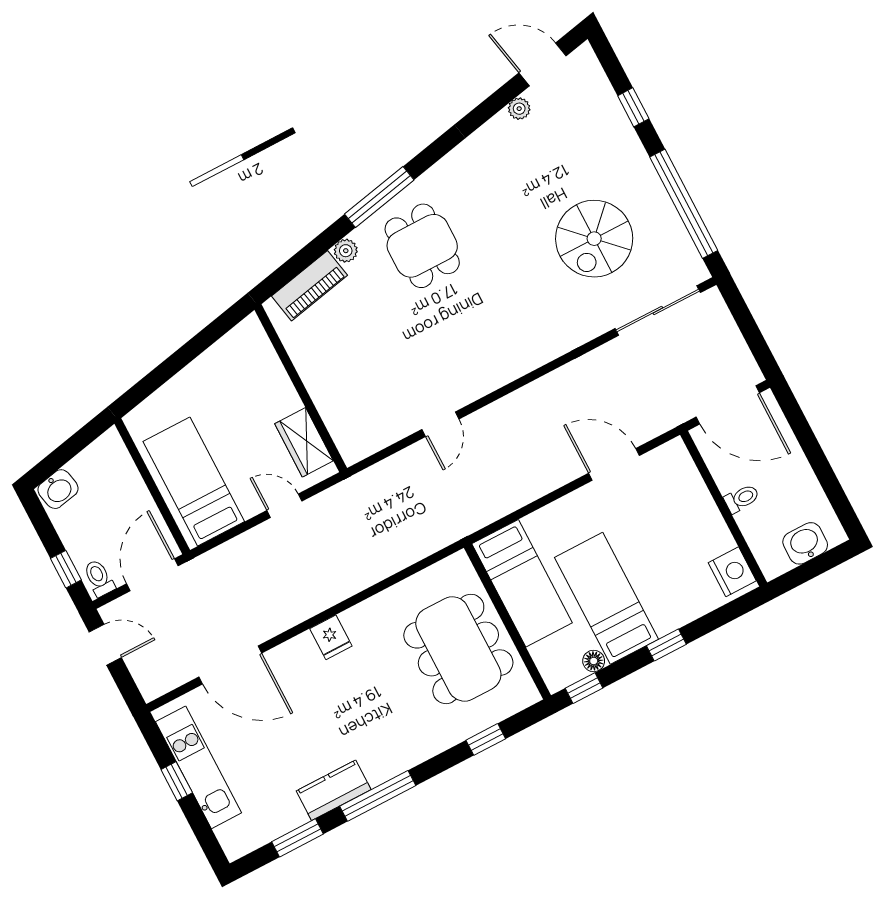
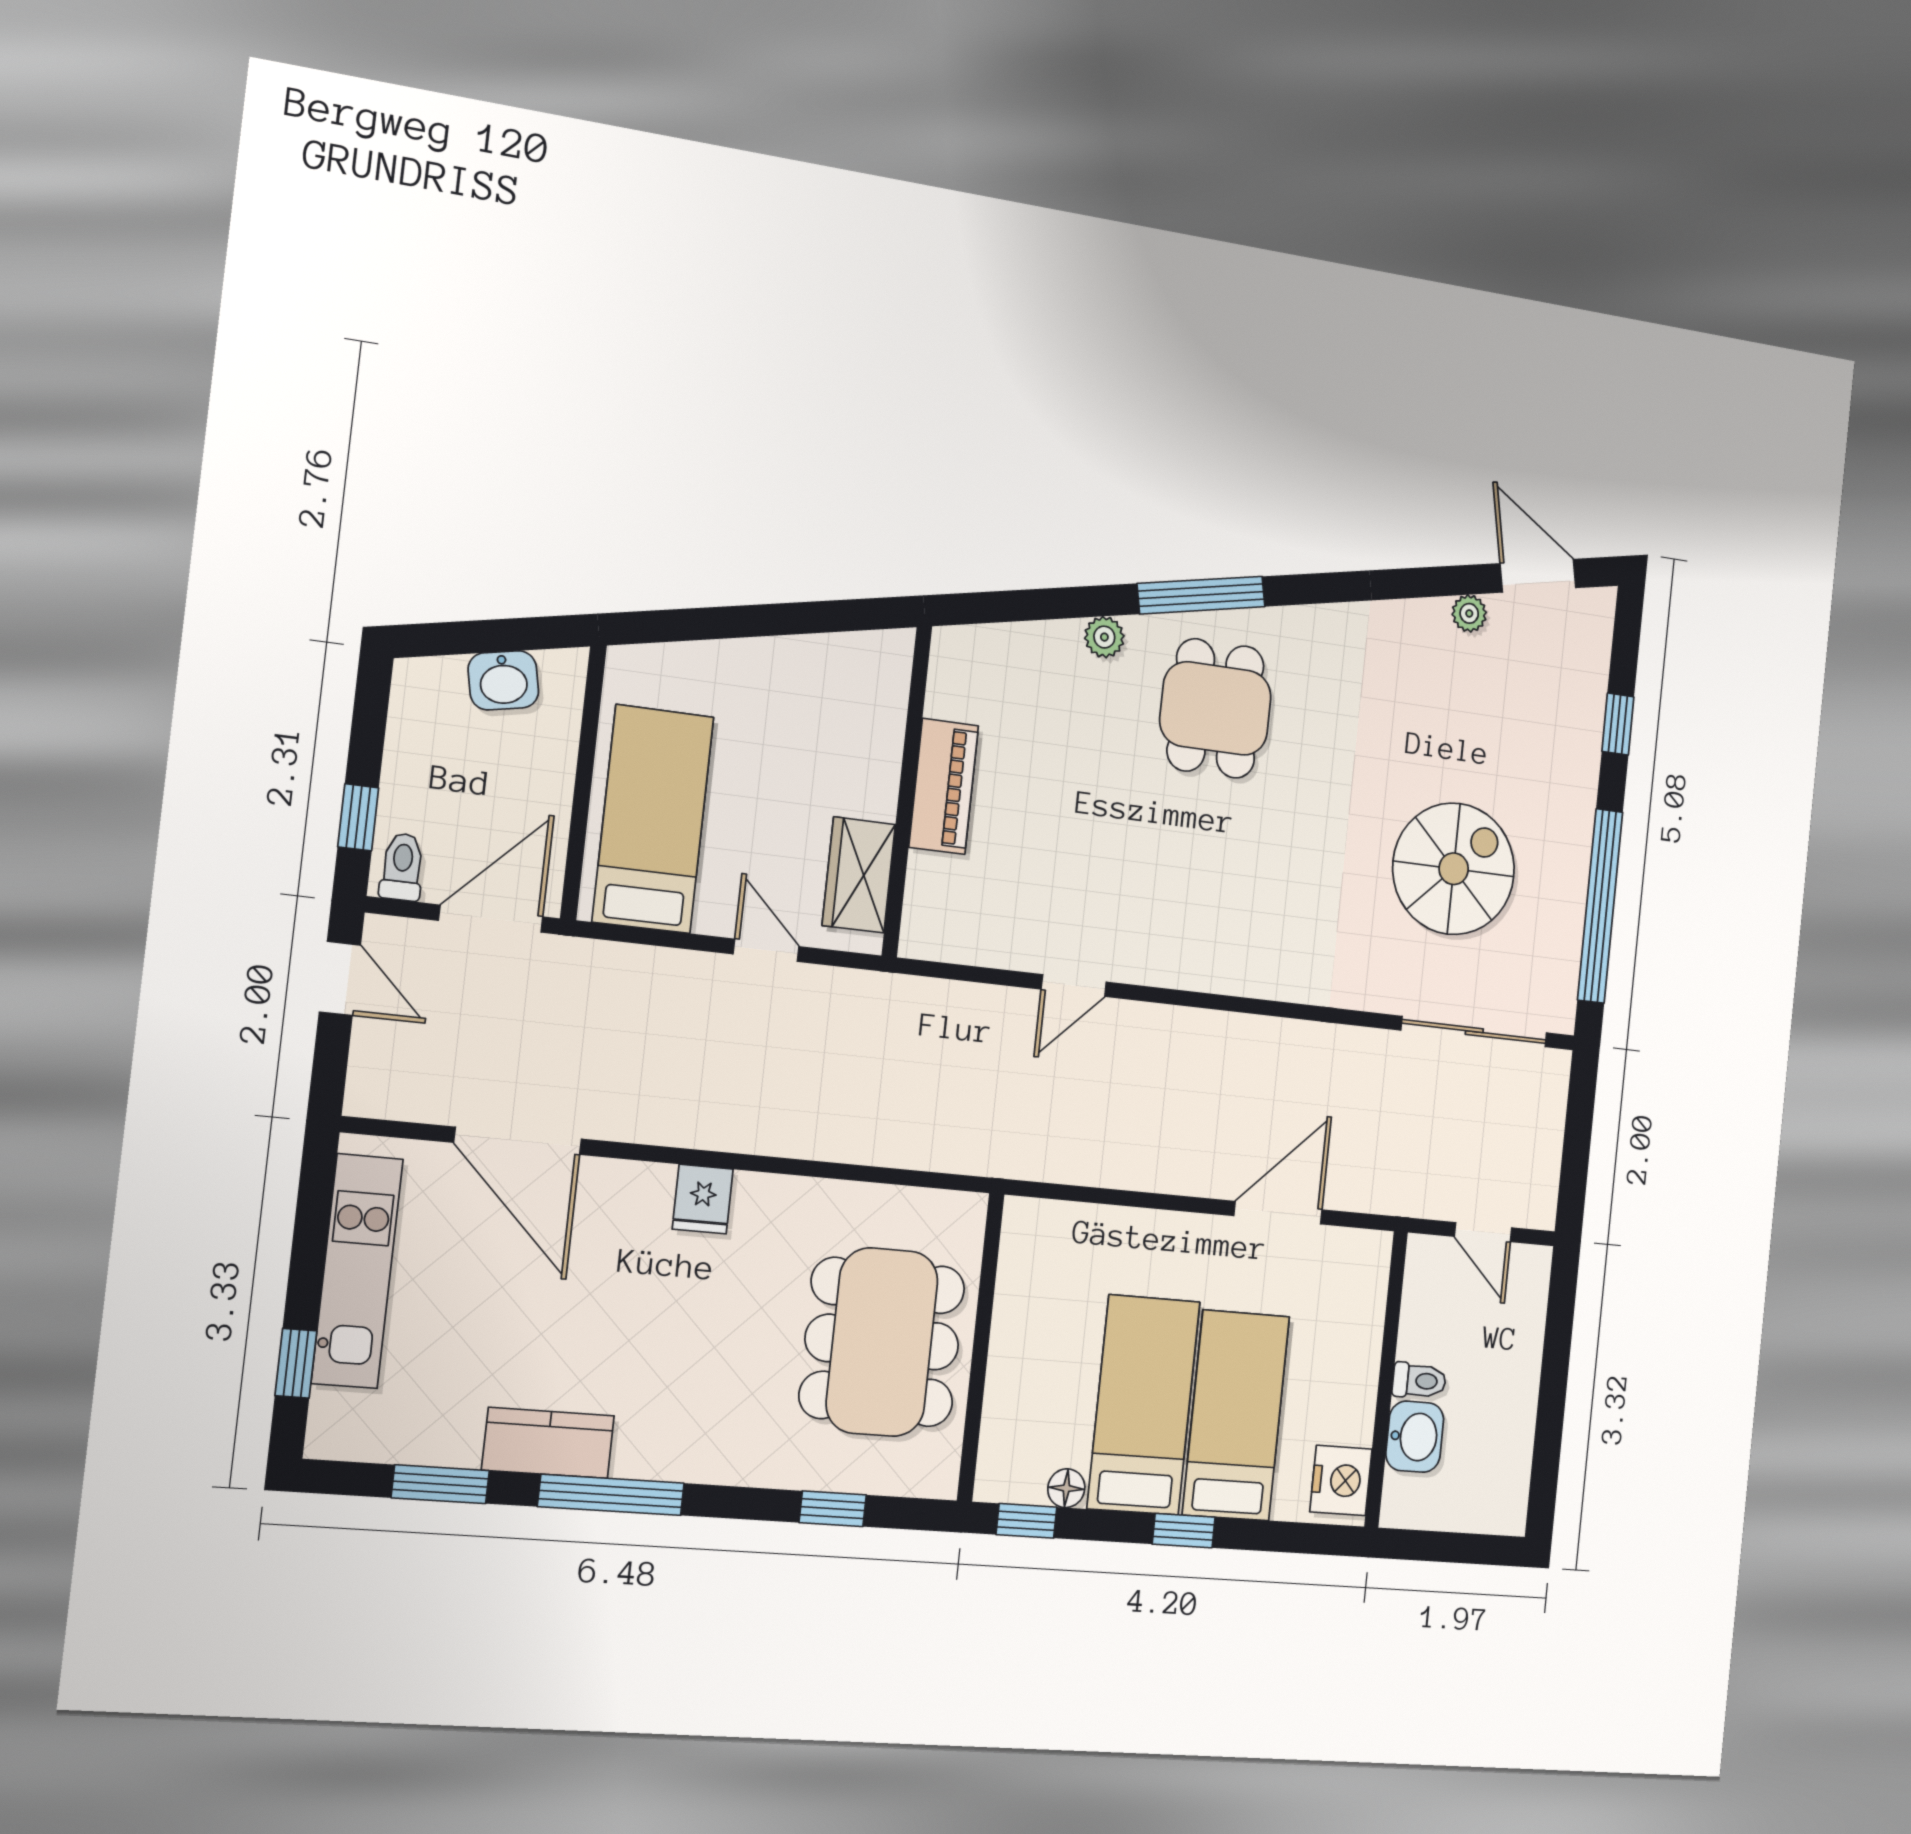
spiral stairs: (594, 239) -> (1454, 869), turned 180
piano: (310, 286) -> (944, 786), moved, turned -78
door: (728, 405) -> (1483, 1232), width x0.53
door: (614, 464) -> (1278, 1213), hinge flipped
washbasin: (58, 489) -> (503, 680), moved
washbasin: (805, 543) -> (1415, 1437), moved, turned 90
bed: (522, 583) -> (1236, 1415), moved, turned 180
window: (177, 781) -> (296, 1363), moved

